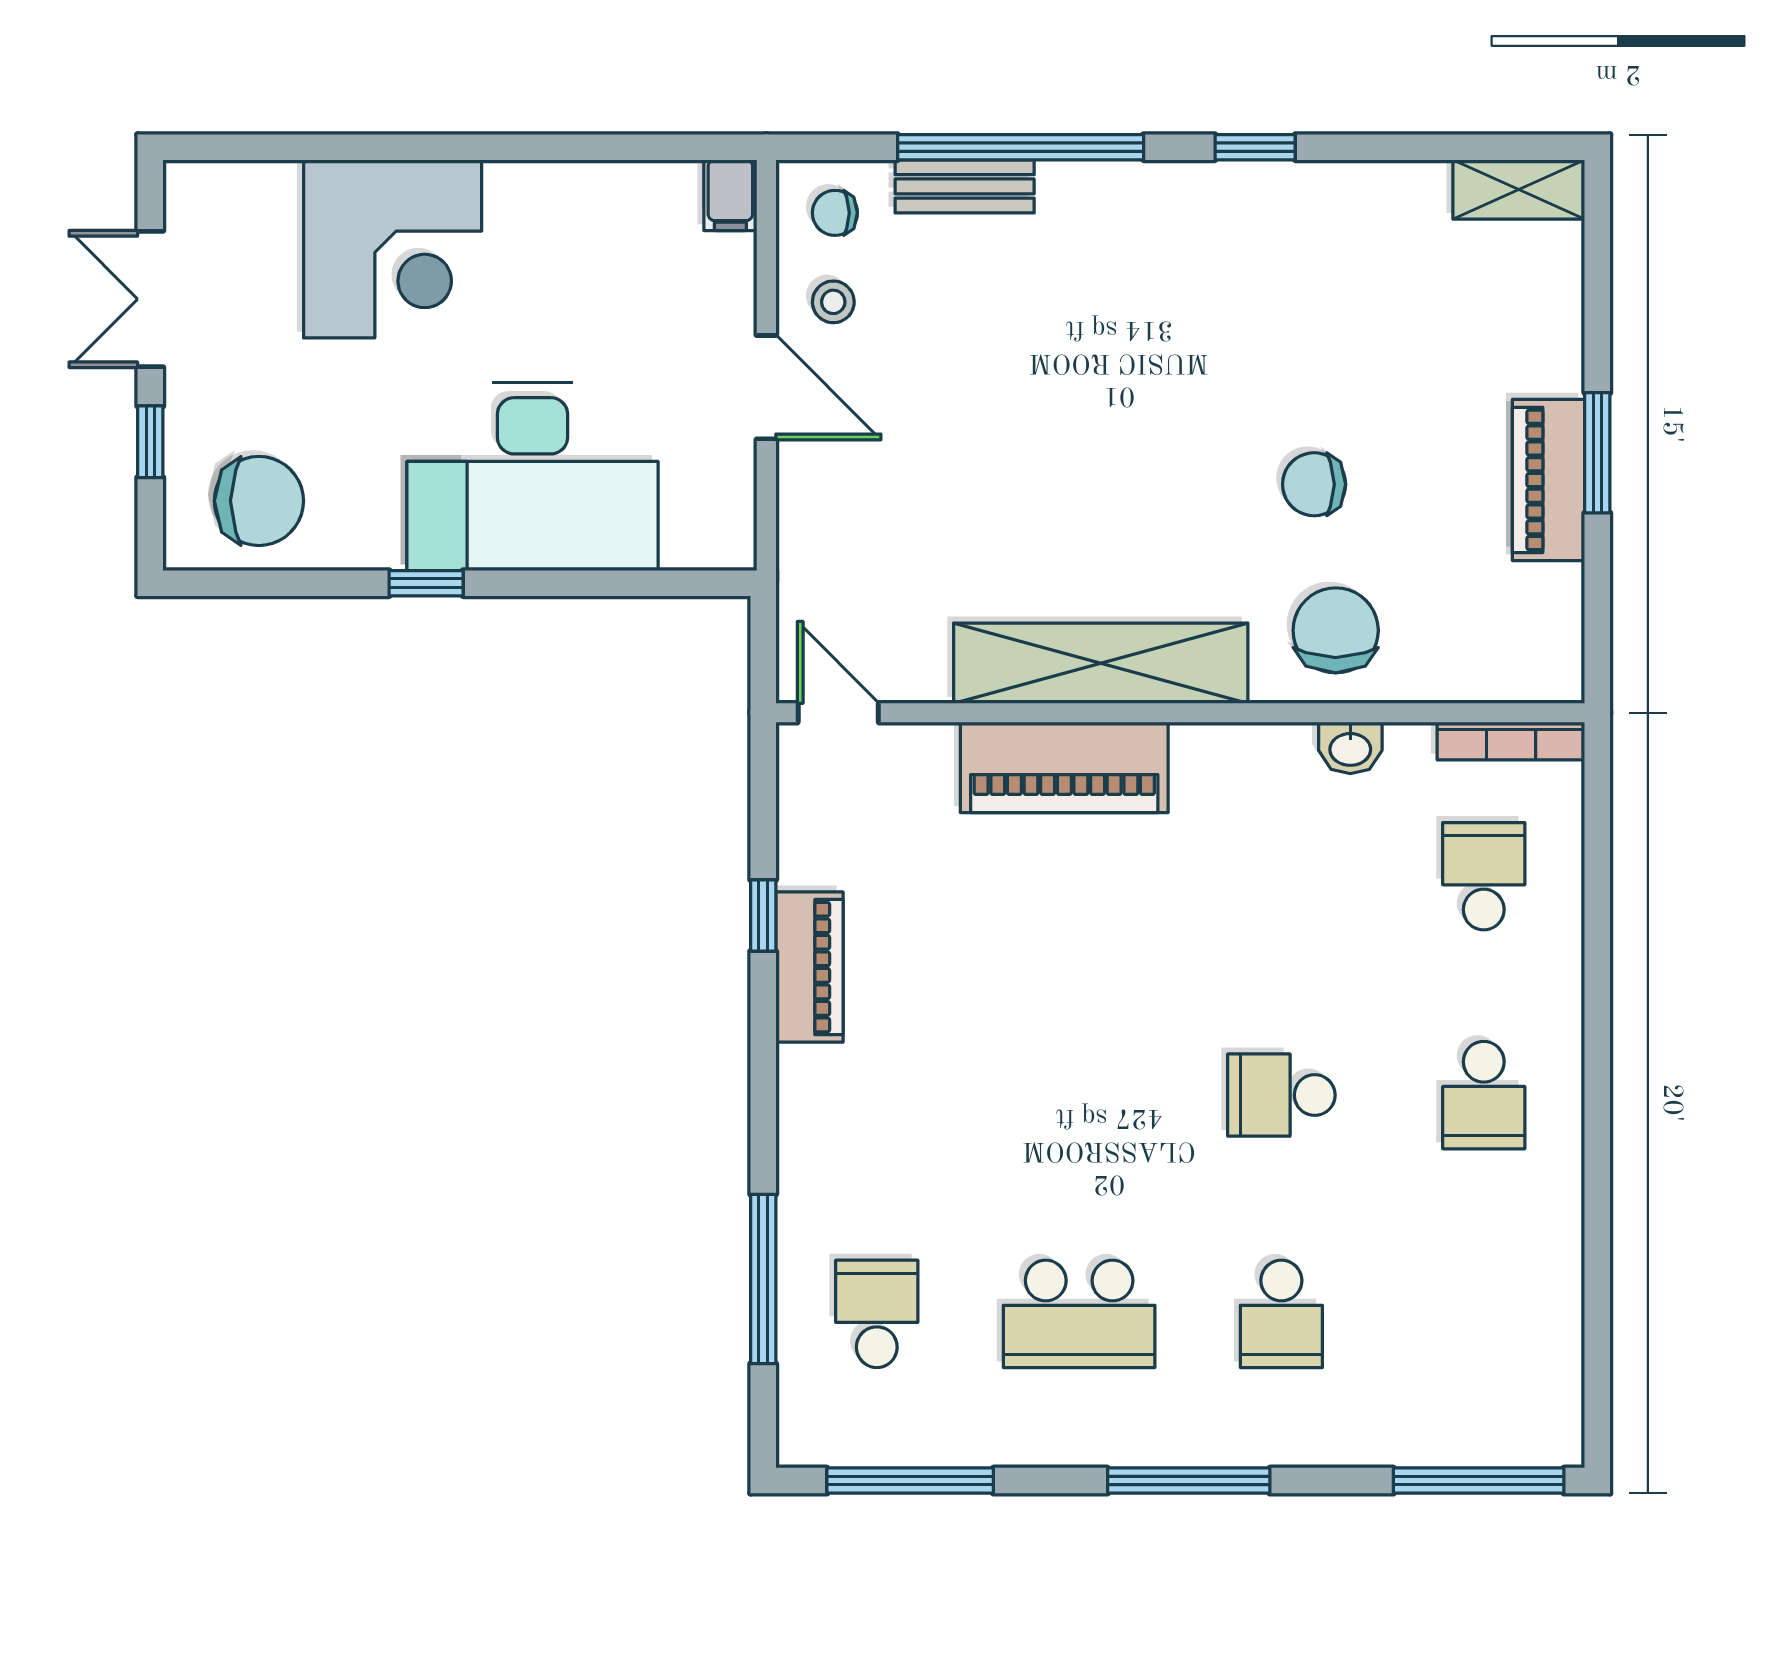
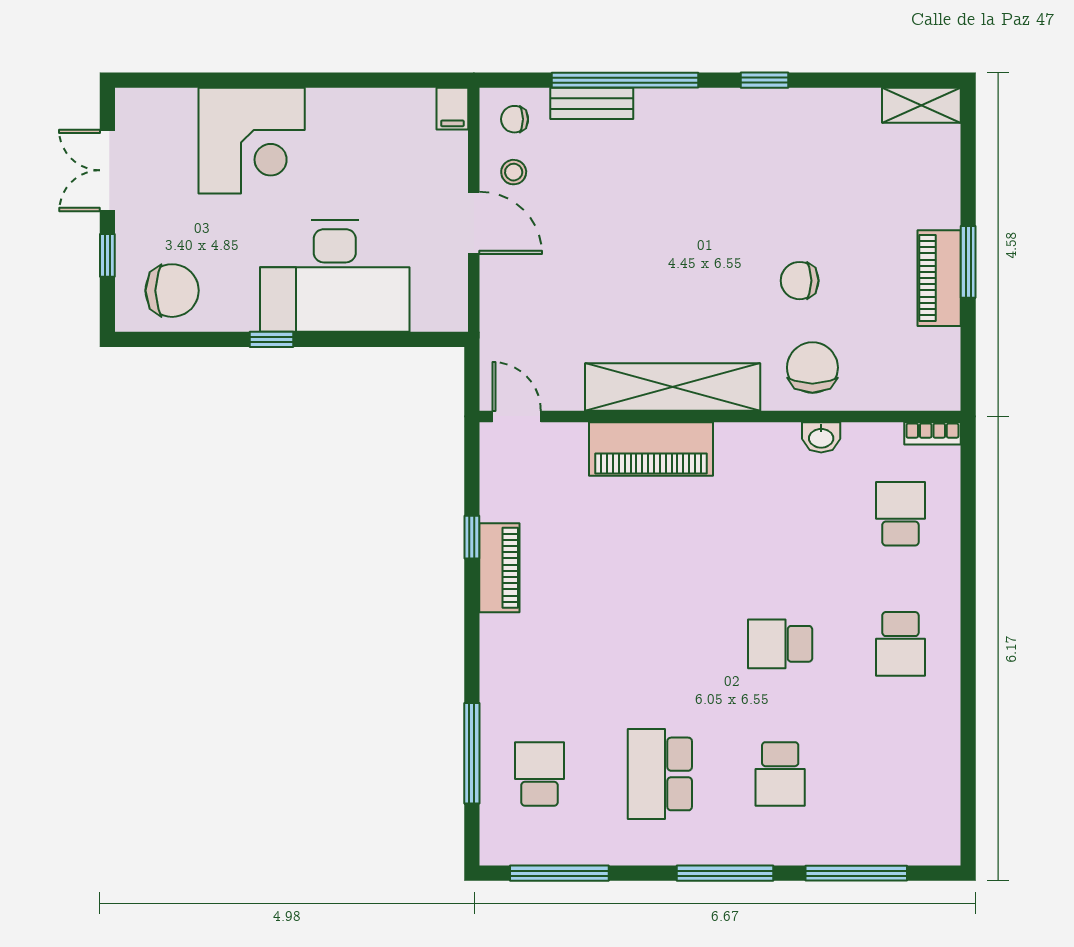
bookcase: (1511, 741) -> (932, 433), width x0.64
school desk: (1079, 1314) -> (660, 774), turned 90
window: (1479, 1481) -> (856, 873), moved

